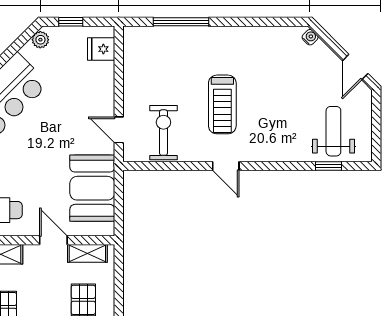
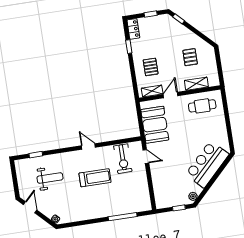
fridge: (101, 49) -> (161, 196), removed
treadmill: (222, 104) -> (95, 178), turned 90
weight bench: (333, 131) -> (50, 178), moved, turned -90
door: (53, 240) -> (170, 95), swing flipped

